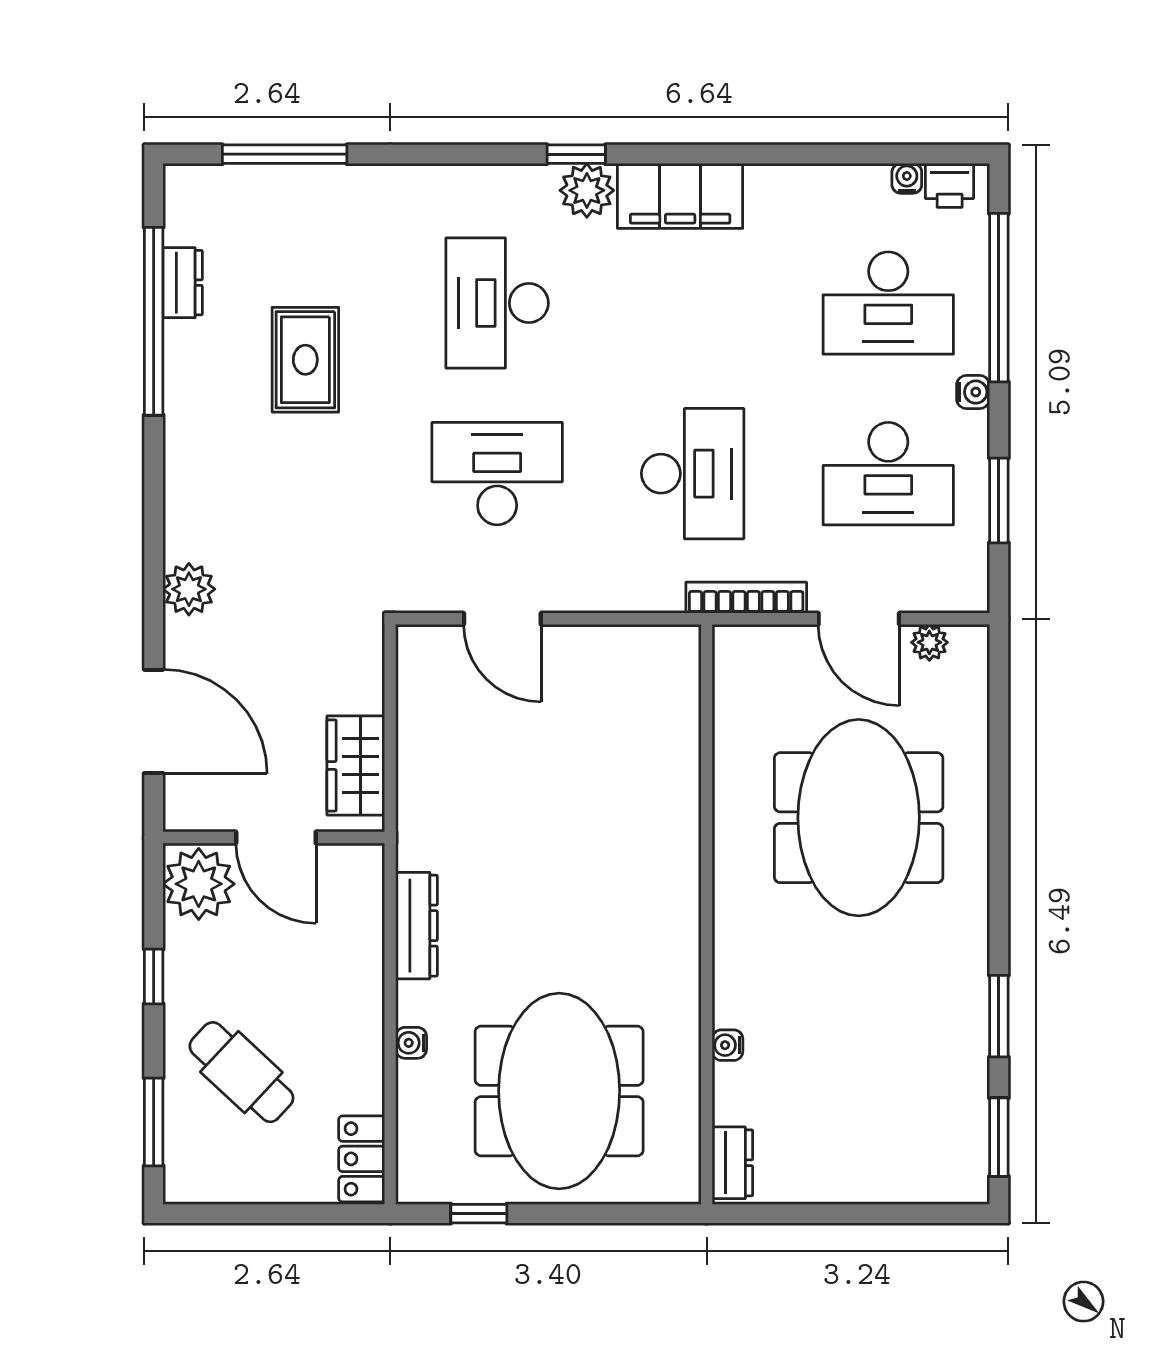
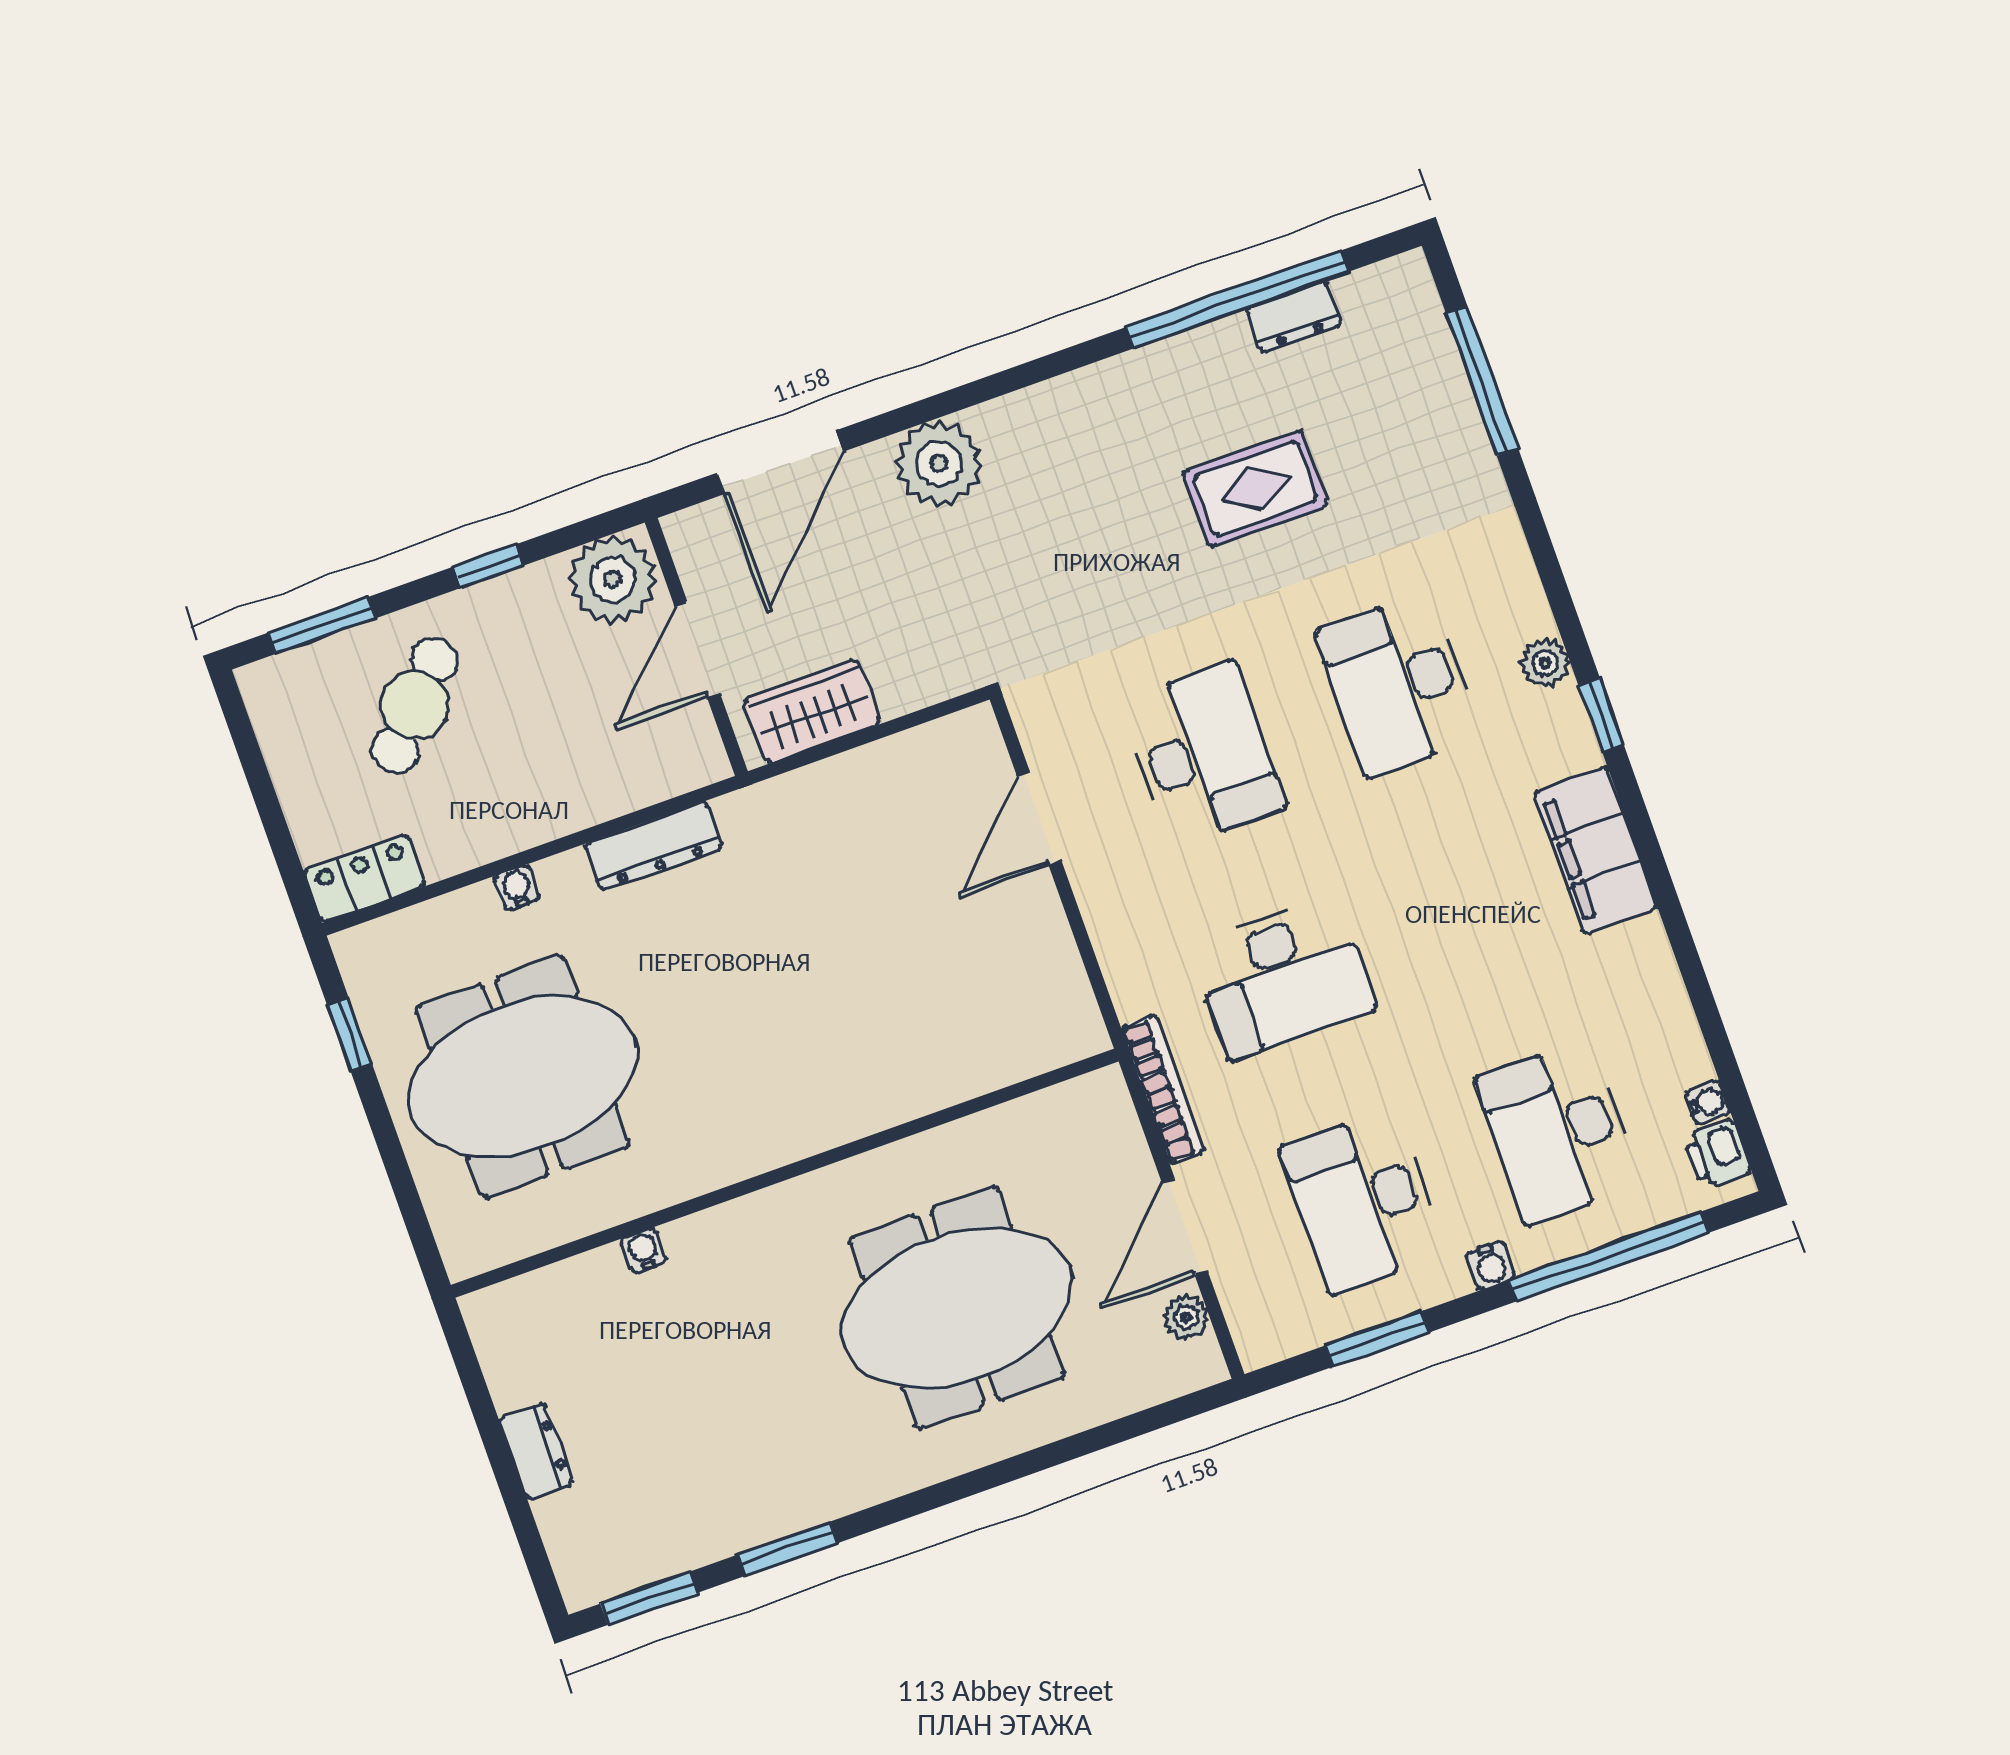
plant: (587, 190) -> (1545, 663), moved, width x0.73, depth x0.73
desk: (497, 303) -> (1398, 685), turned -90
plant: (189, 589) -> (939, 463), width x1.36, depth x1.36
dresser: (732, 1163) -> (536, 1451), moved, turned -90

